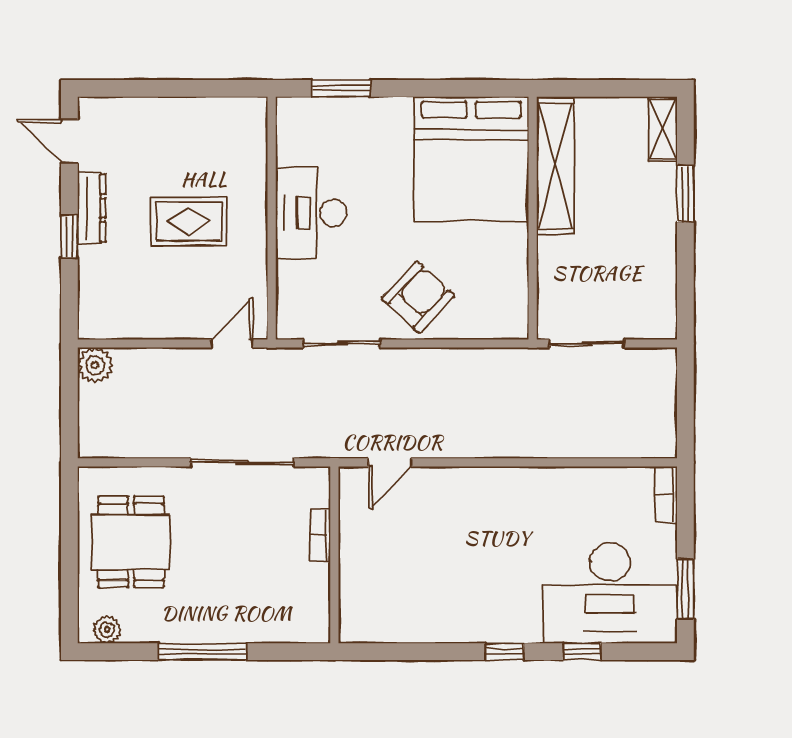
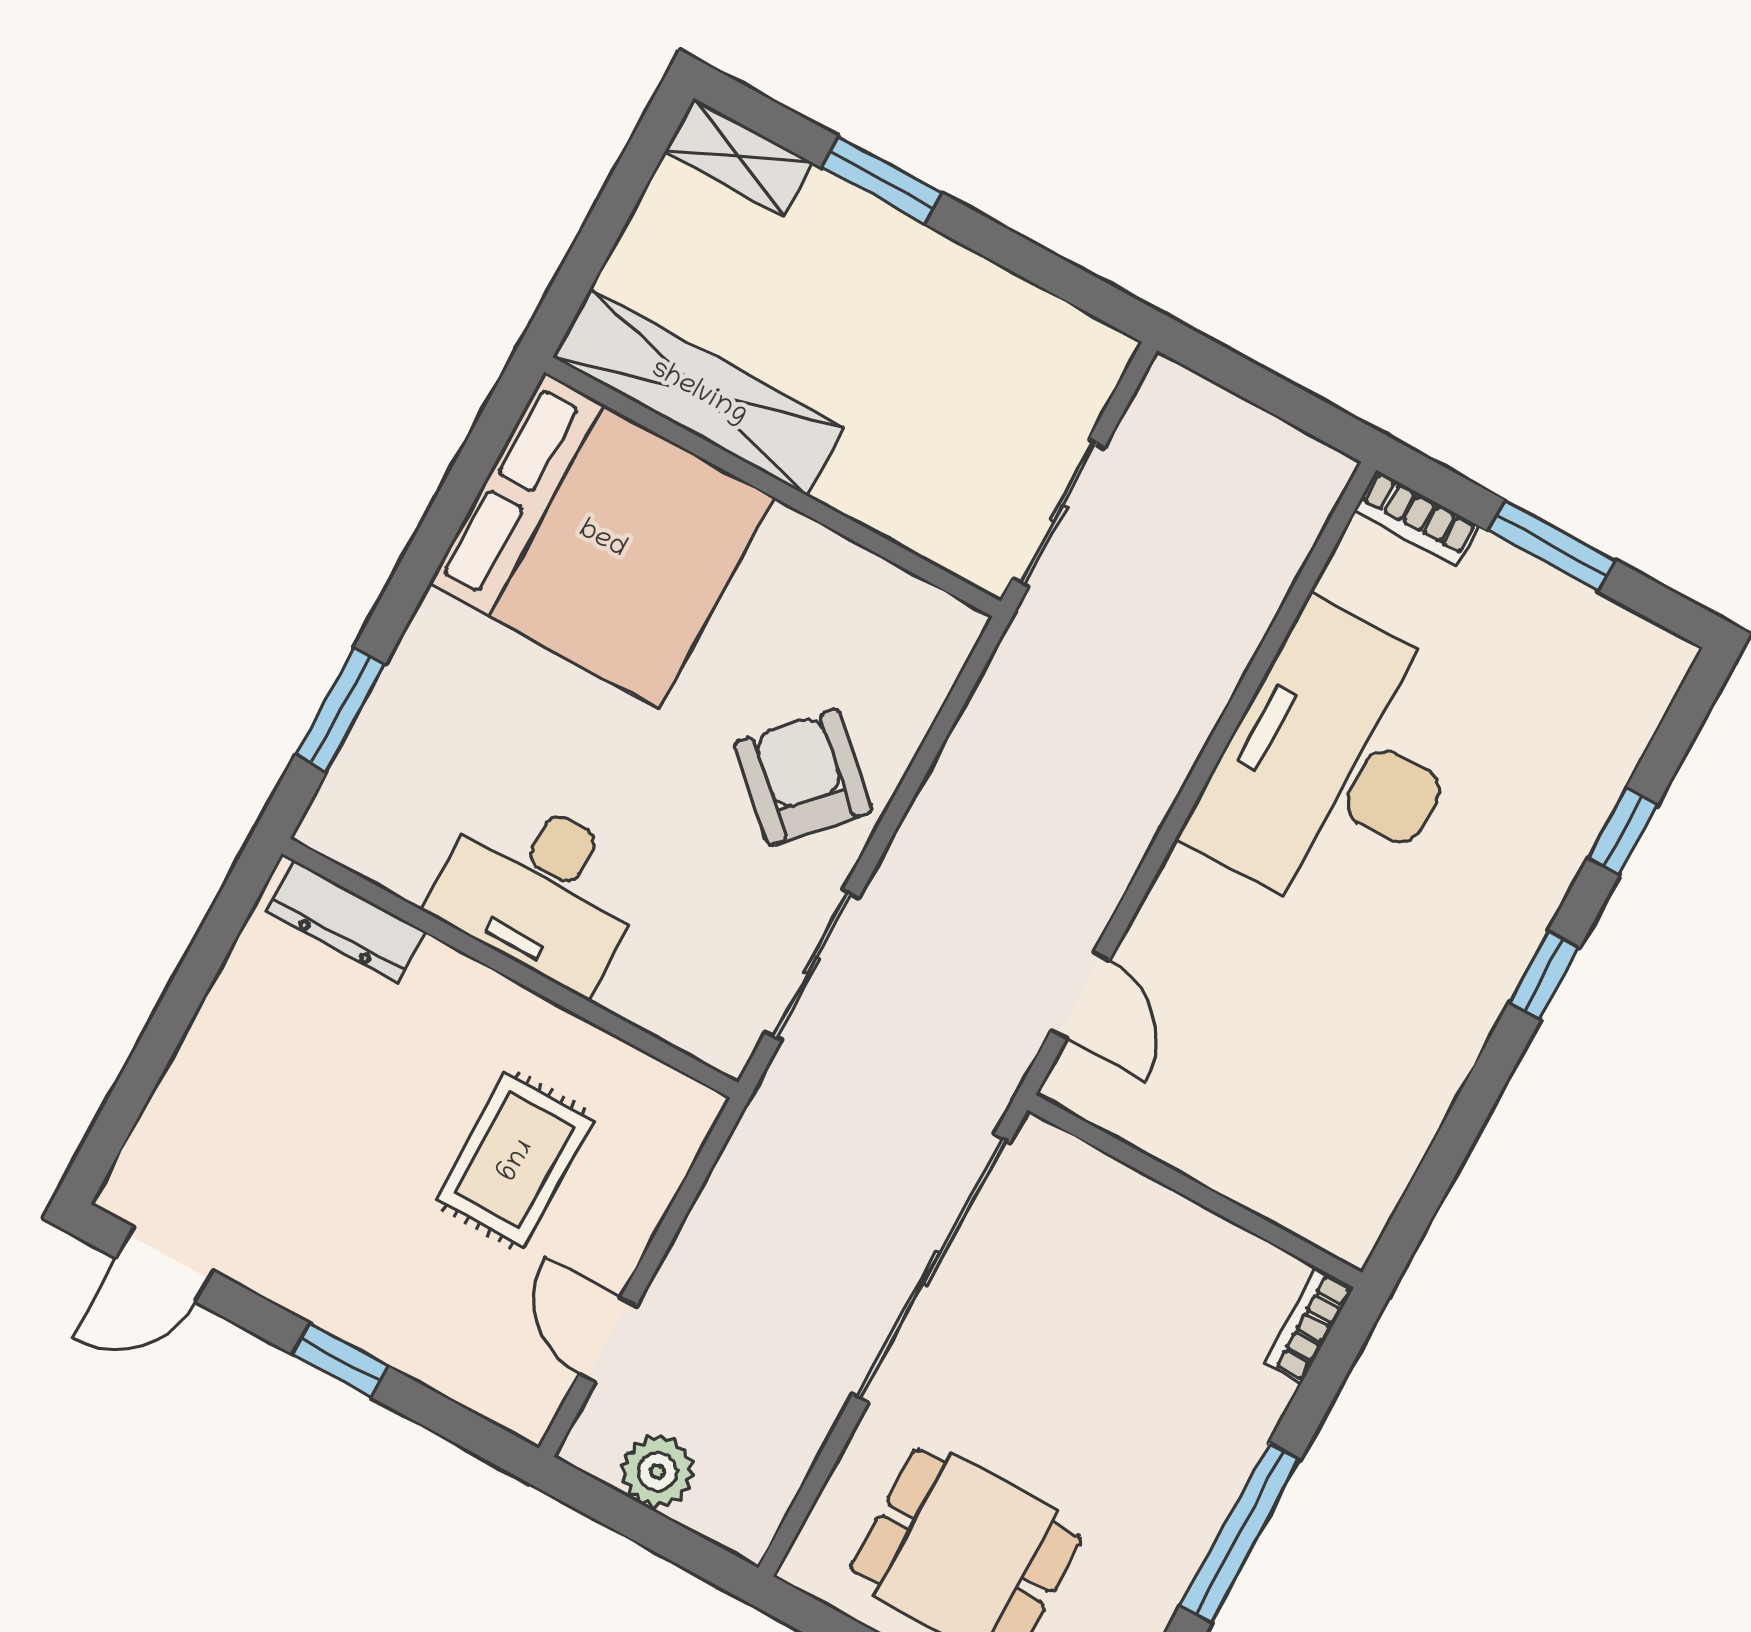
dresser: (91, 208) -> (346, 921), moved, turned 180
rug: (189, 222) -> (514, 1160), moved
door: (232, 344) -> (608, 1340), moved
plant: (95, 365) -> (657, 1471), moved
sliding door: (242, 462) -> (931, 1268), width x1.36
bookcase: (320, 535) -> (1309, 1325), moved, turned 90
window: (685, 589) -> (1552, 545), moved
desk: (610, 593) -> (1336, 765), moved, turned 180

